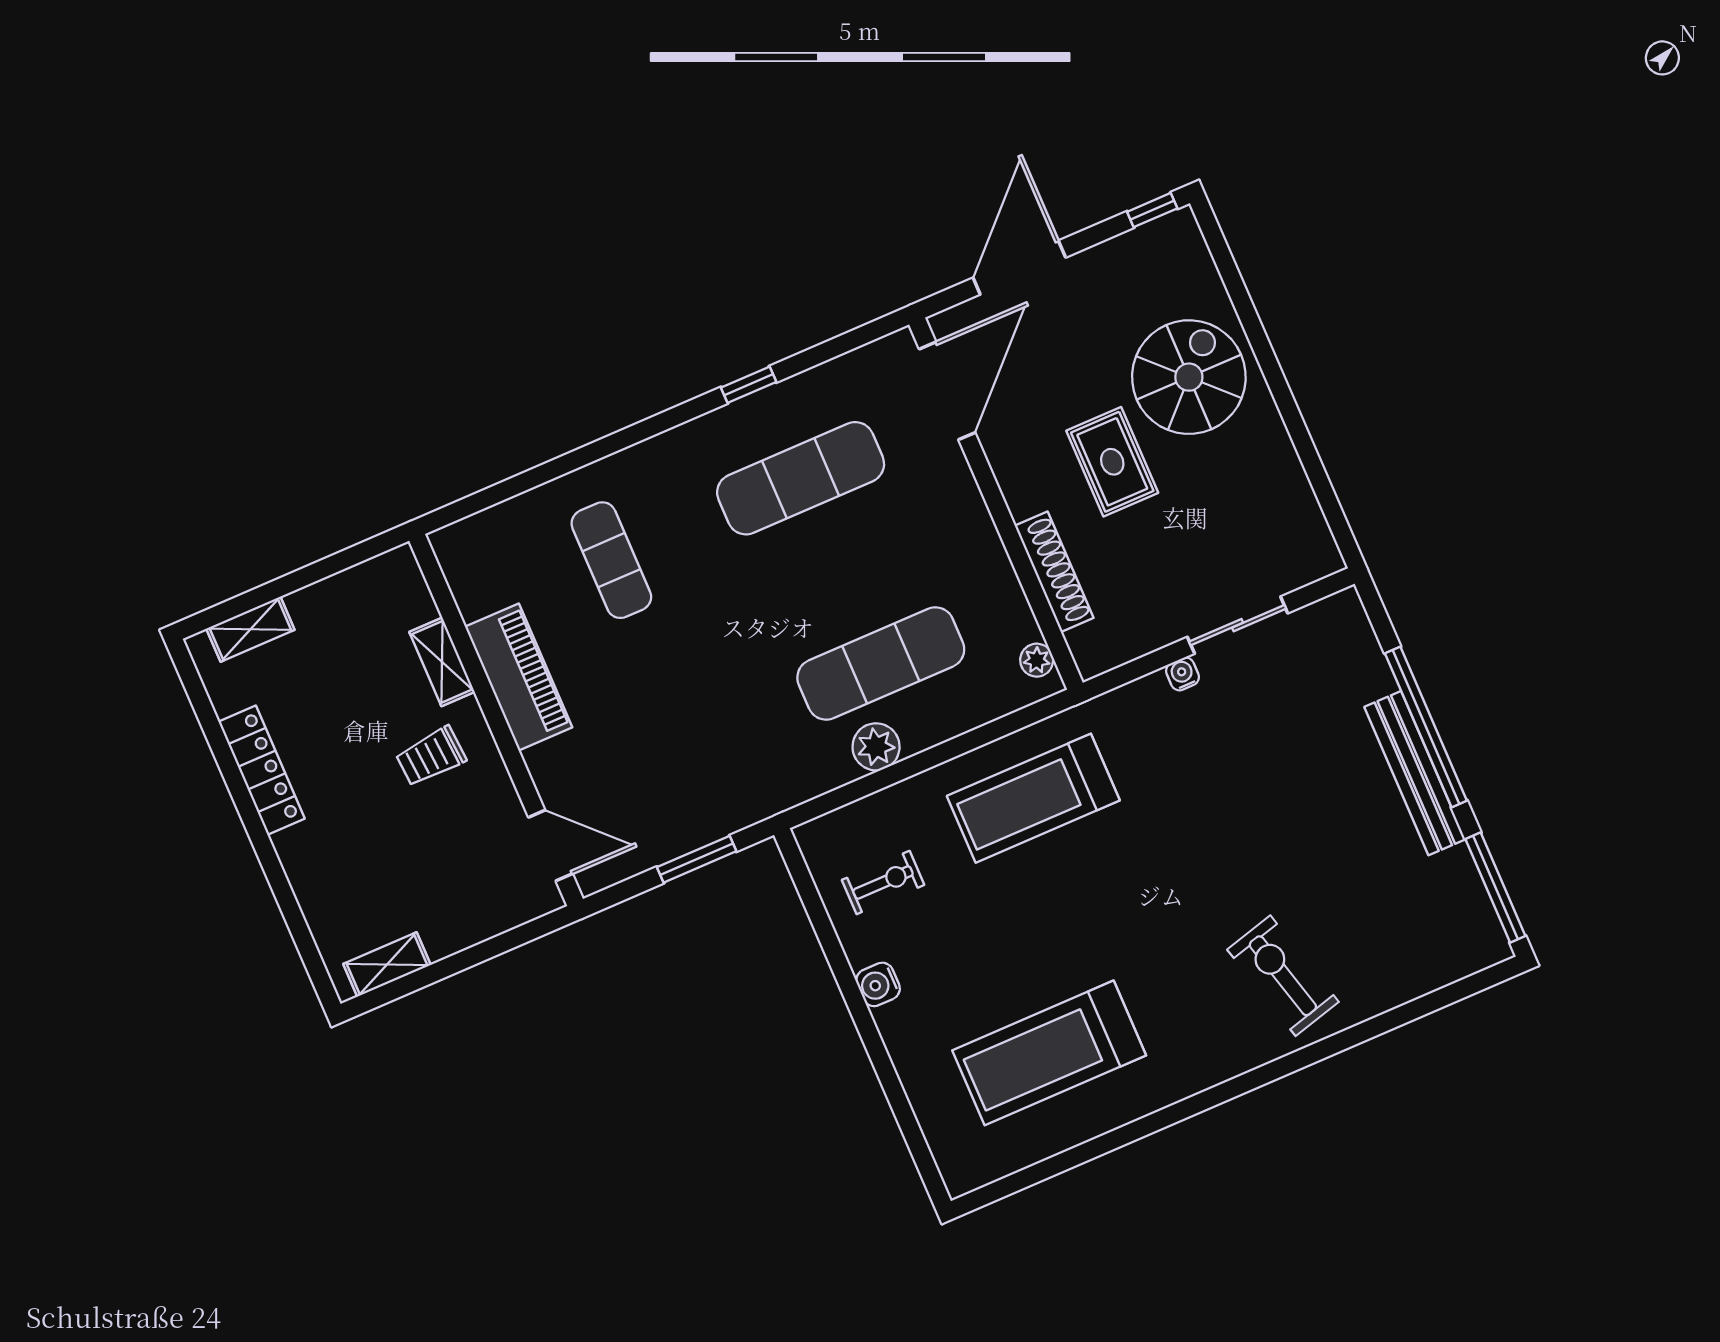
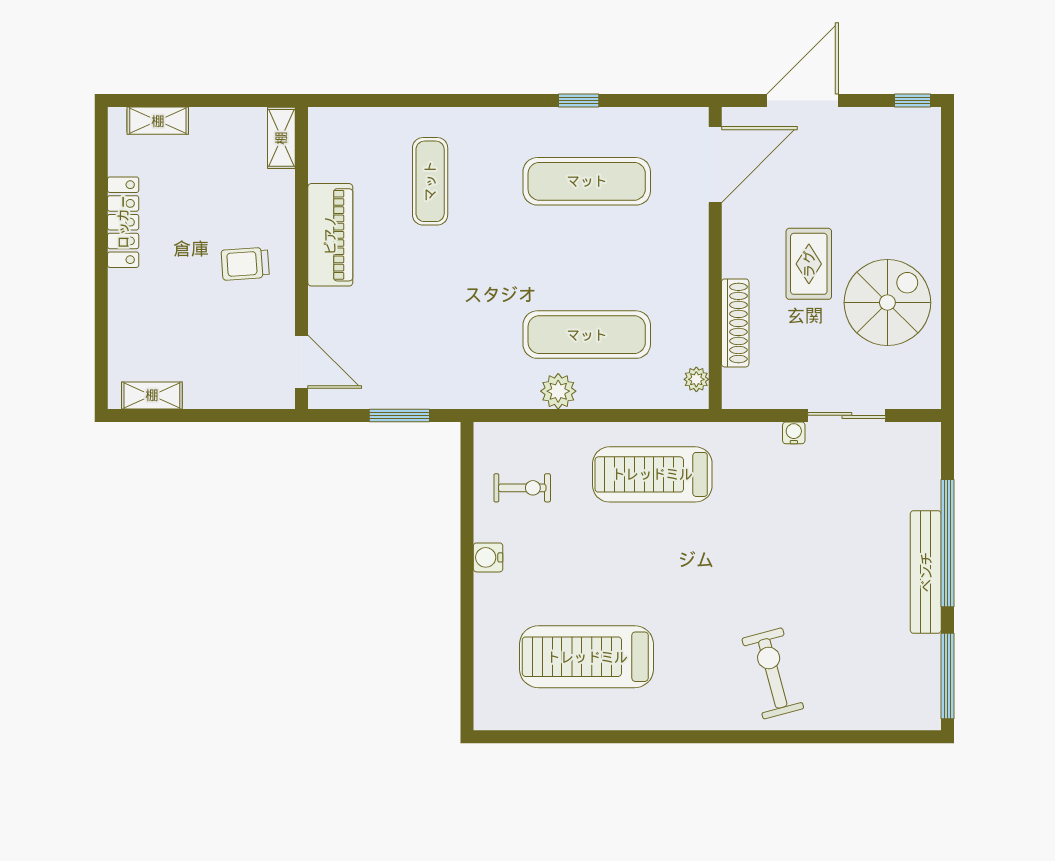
spiral stairs: (1189, 377) -> (887, 303), moved
shelving: (442, 662) -> (281, 138), moved

